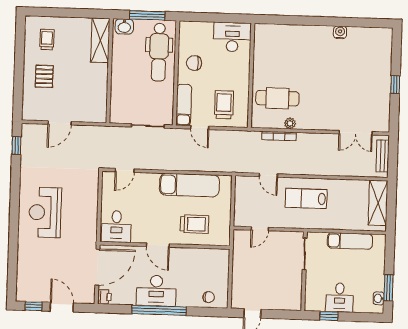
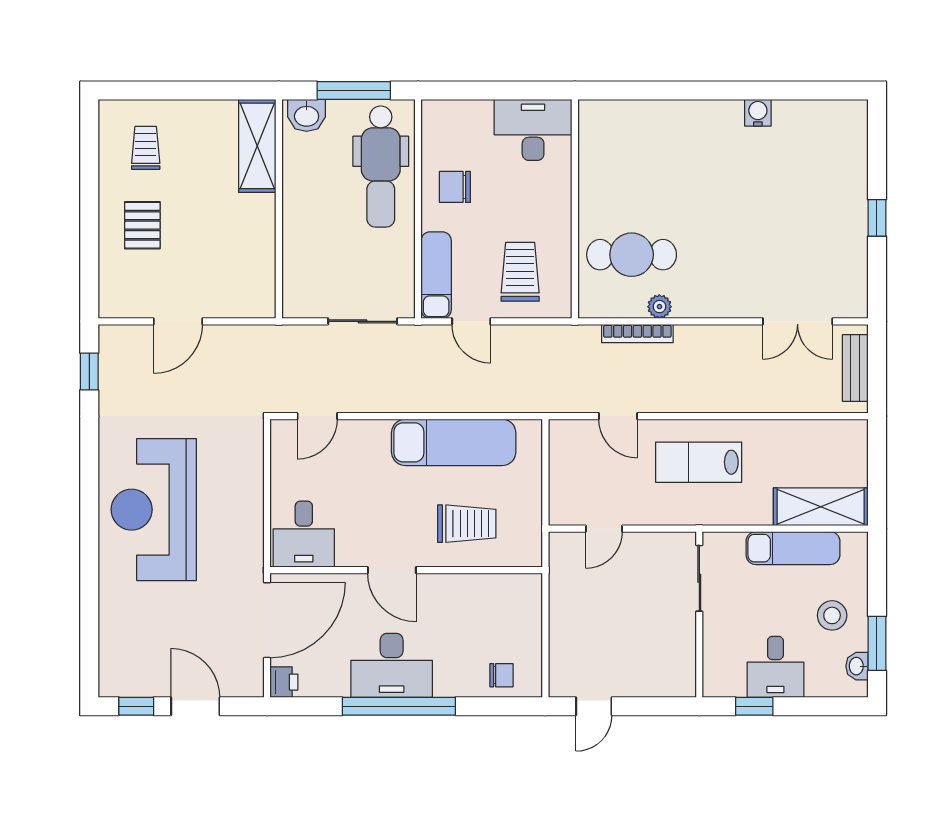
shelving: (378, 203) -> (821, 507), moved, turned 90
reception desk: (45, 212) -> (154, 510), width x1.36, depth x1.30
stool: (368, 274) -> (832, 615), added

